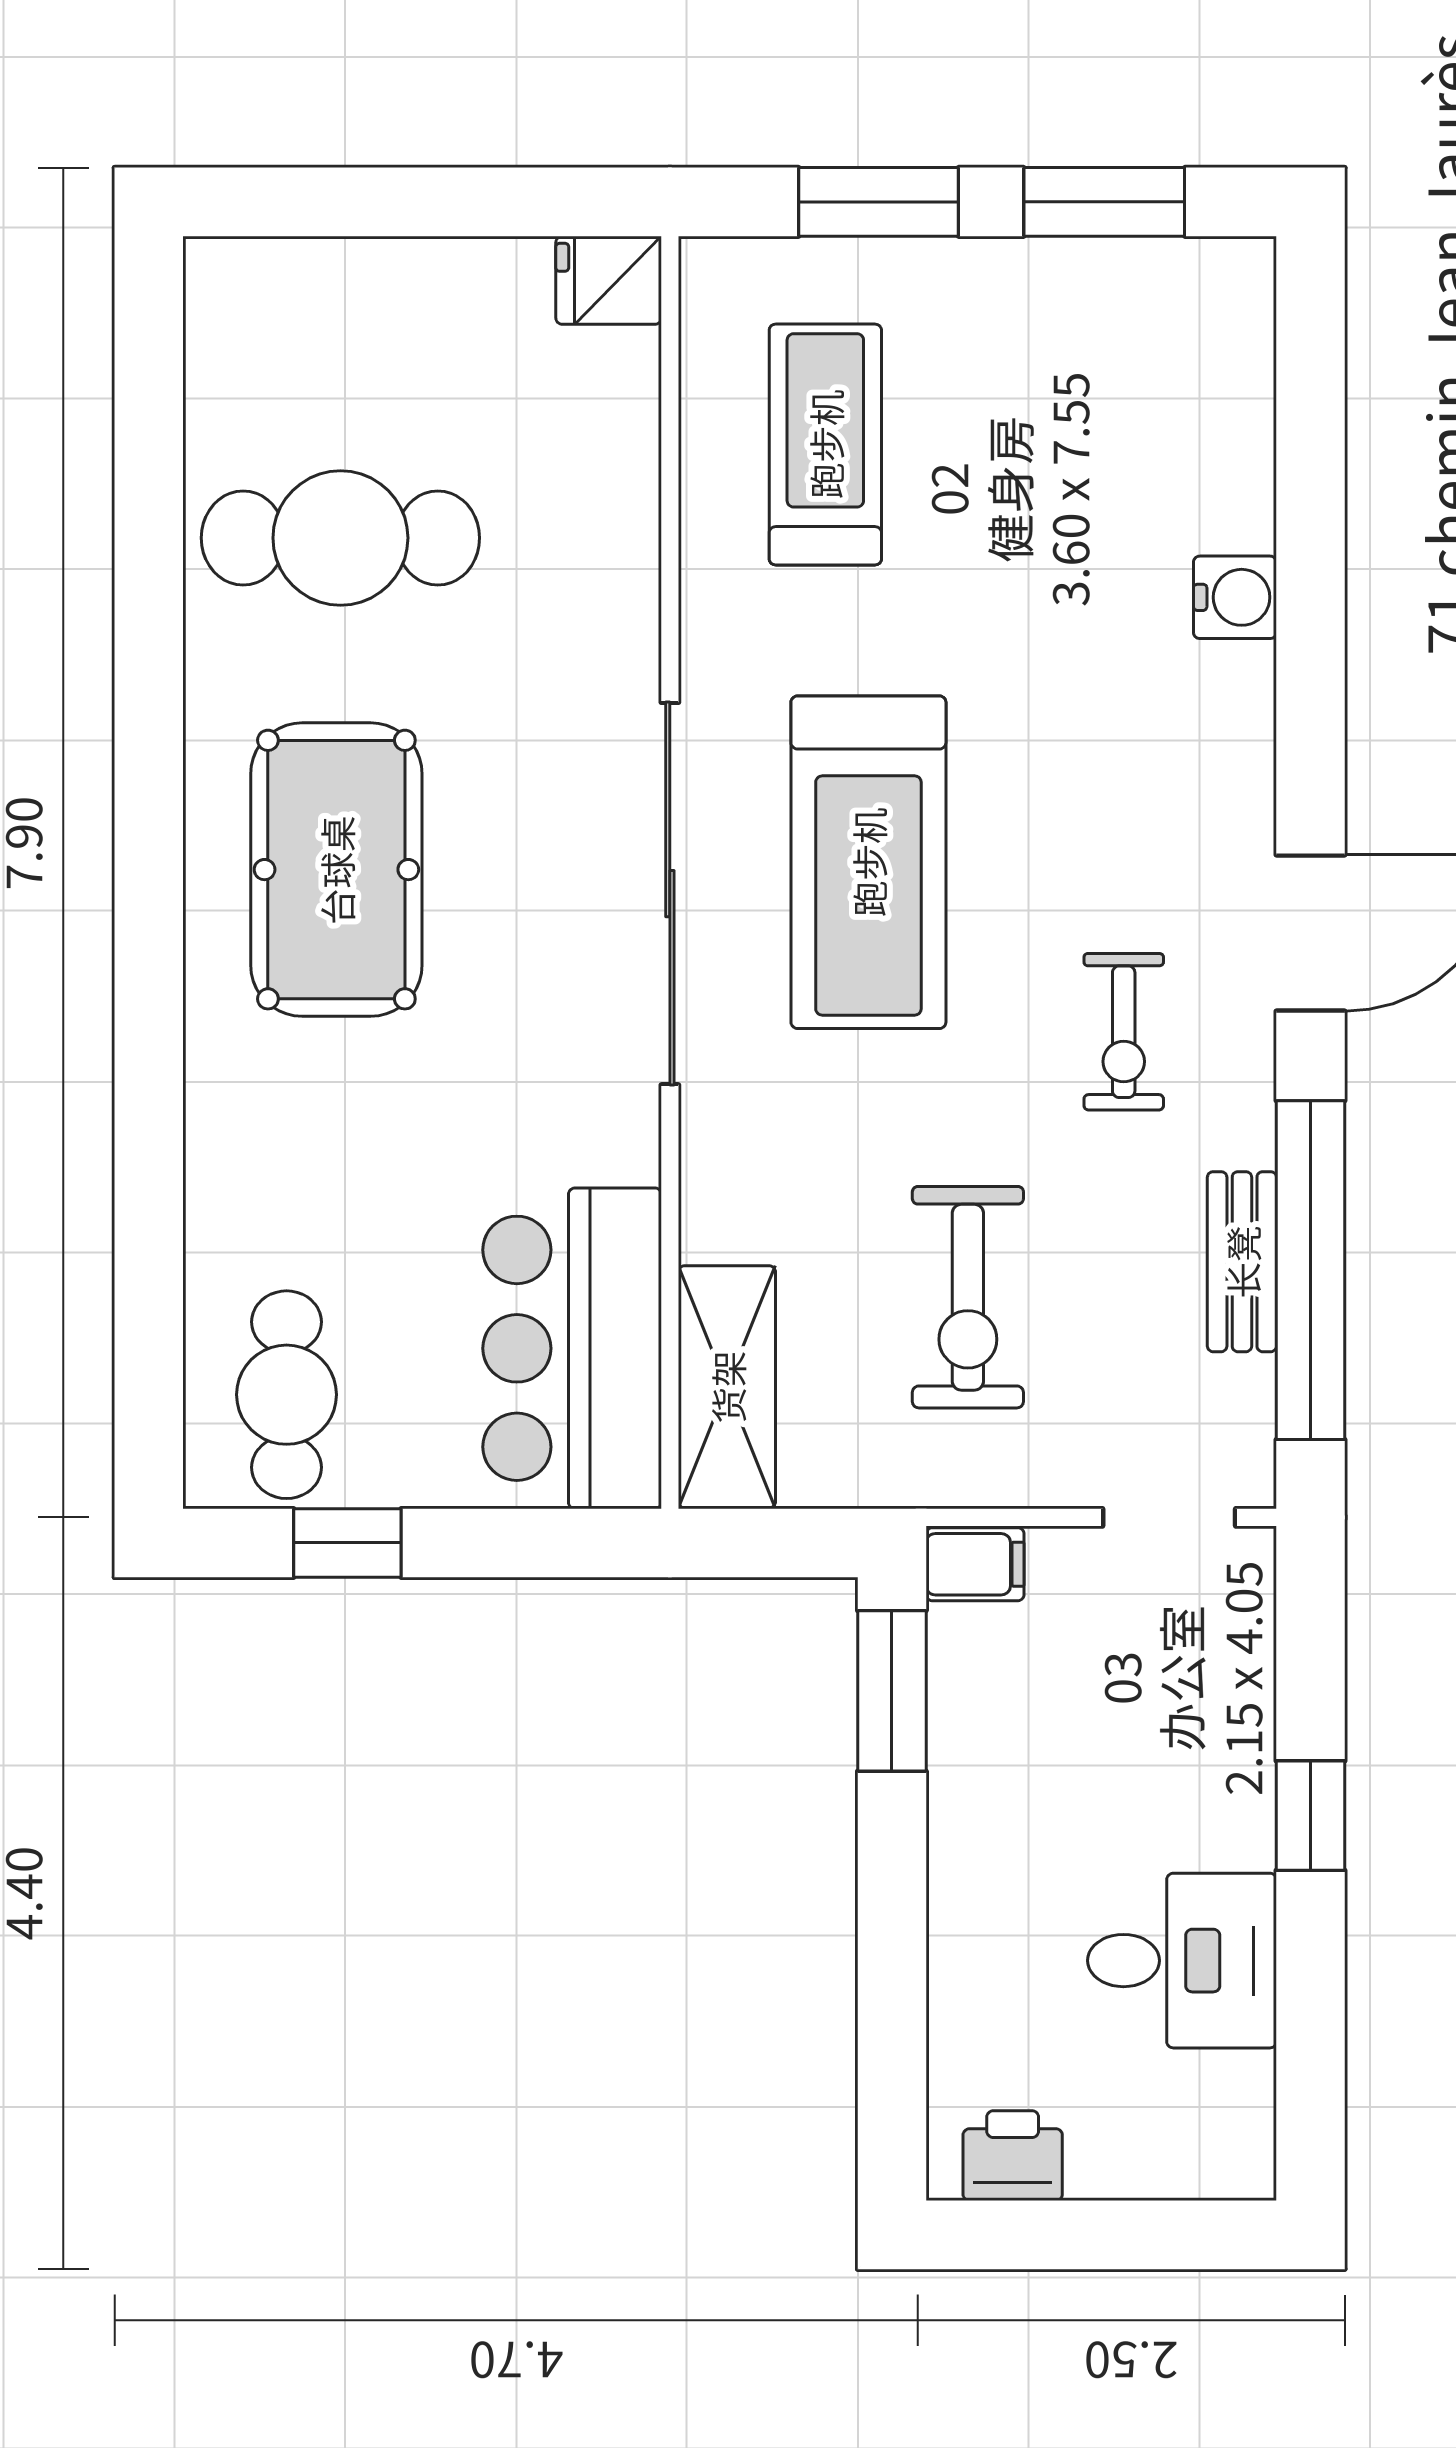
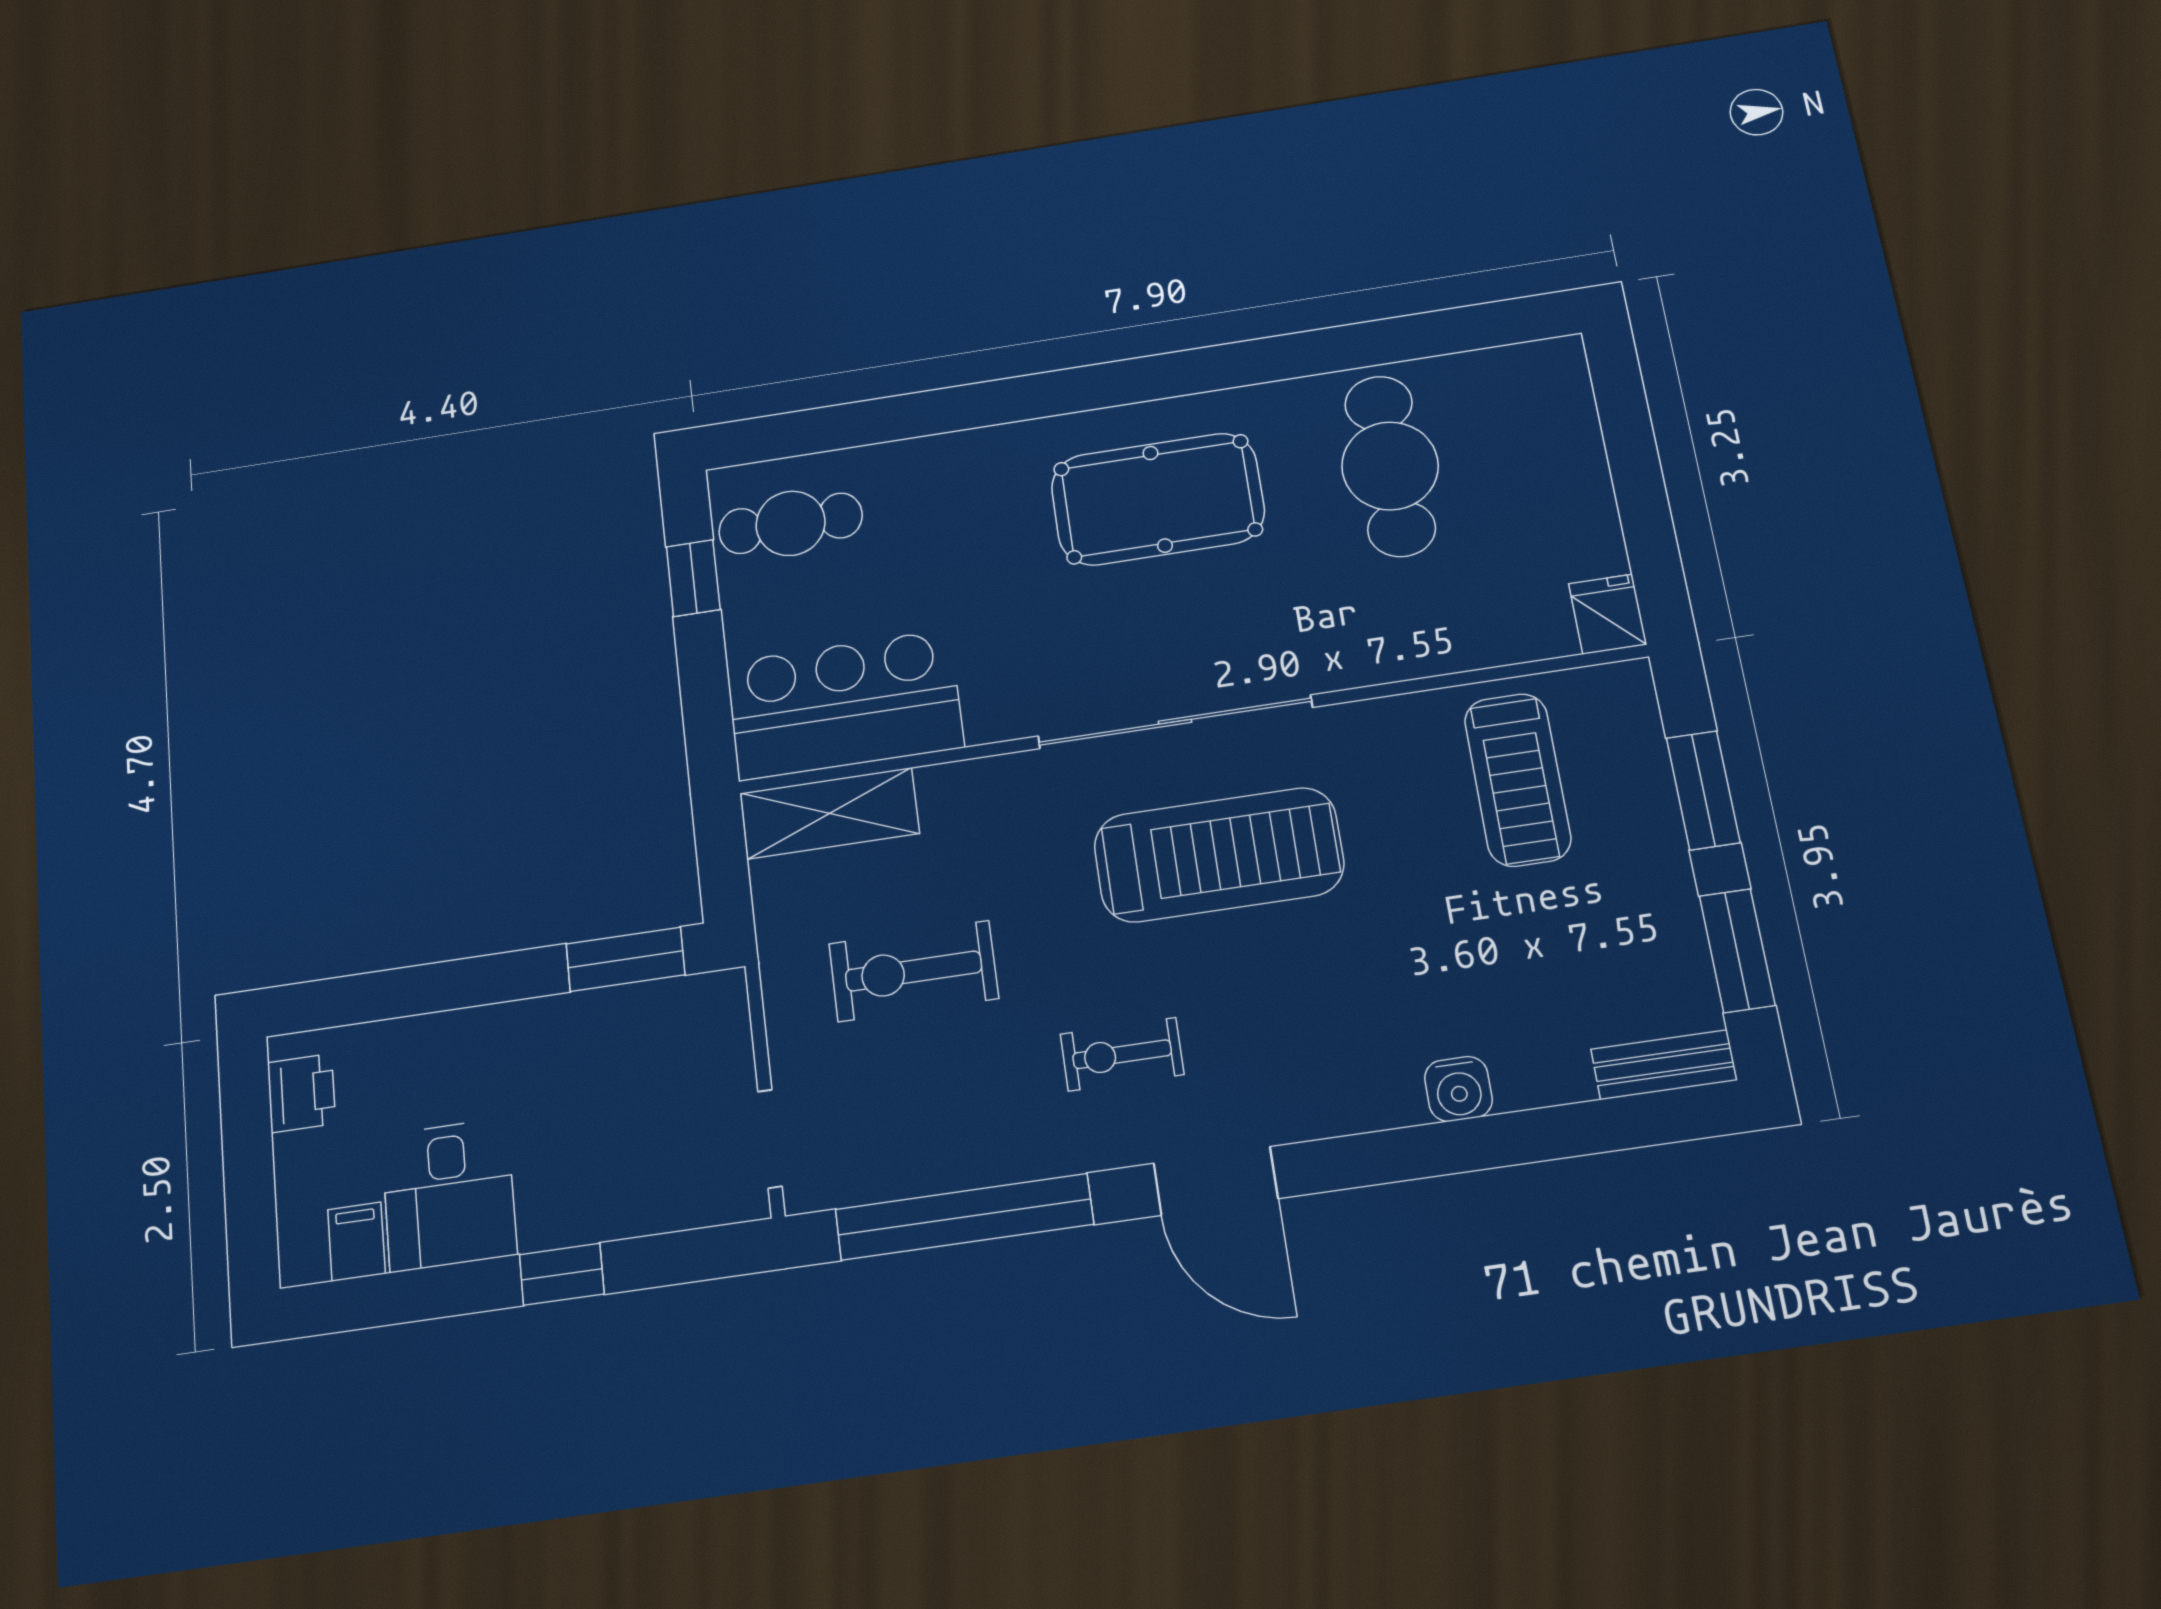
treadmill: (825, 444) -> (1518, 780), turned 90
treadmill: (868, 862) -> (1219, 855), turned 180
bench: (1242, 1262) -> (1664, 1065), moved
filing cabinet: (975, 1564) -> (356, 1242), moved, turned 180

